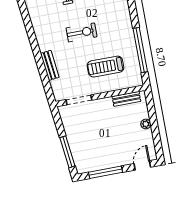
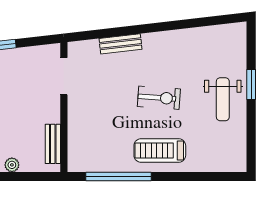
exercise bike: (82, 32) -> (159, 98), turned -86
treadmill: (106, 67) -> (160, 151), moved, turned -90

